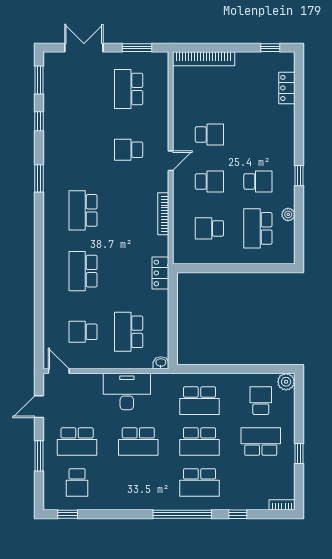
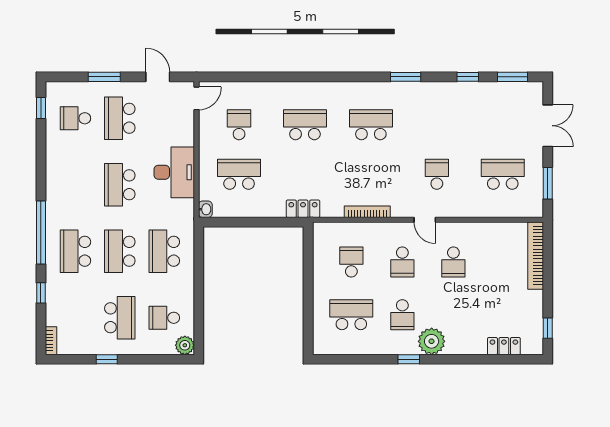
plant: (288, 214) -> (432, 341), moved, width x1.88, depth x1.88
school desk: (261, 401) -> (164, 318), turned 180

